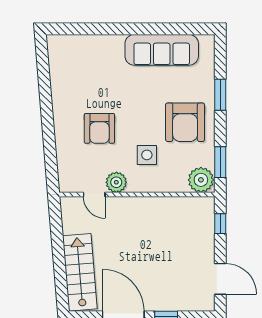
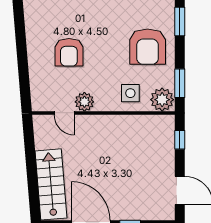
side table: (147, 155) -> (130, 93), moved

